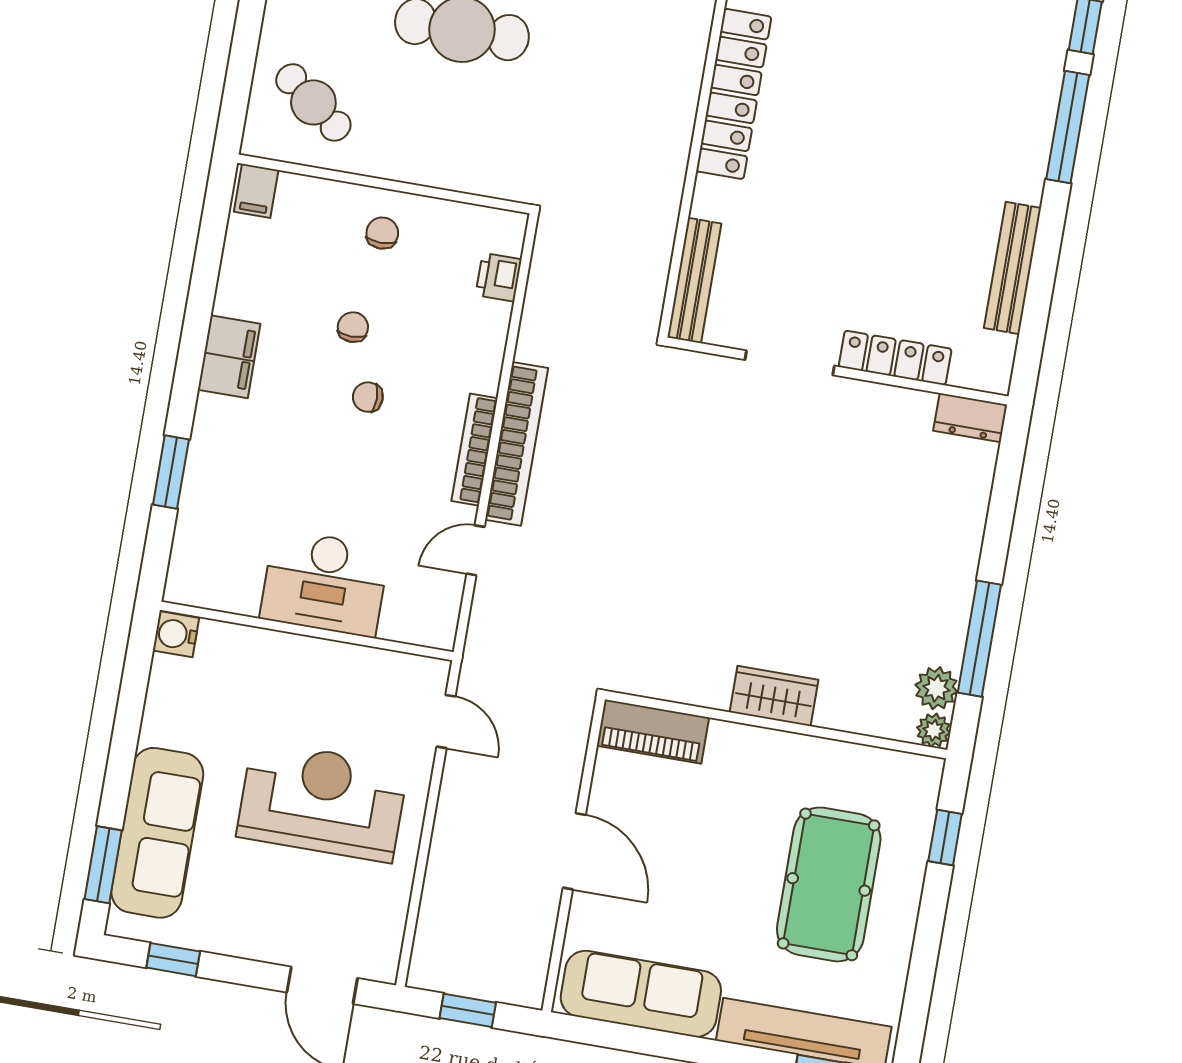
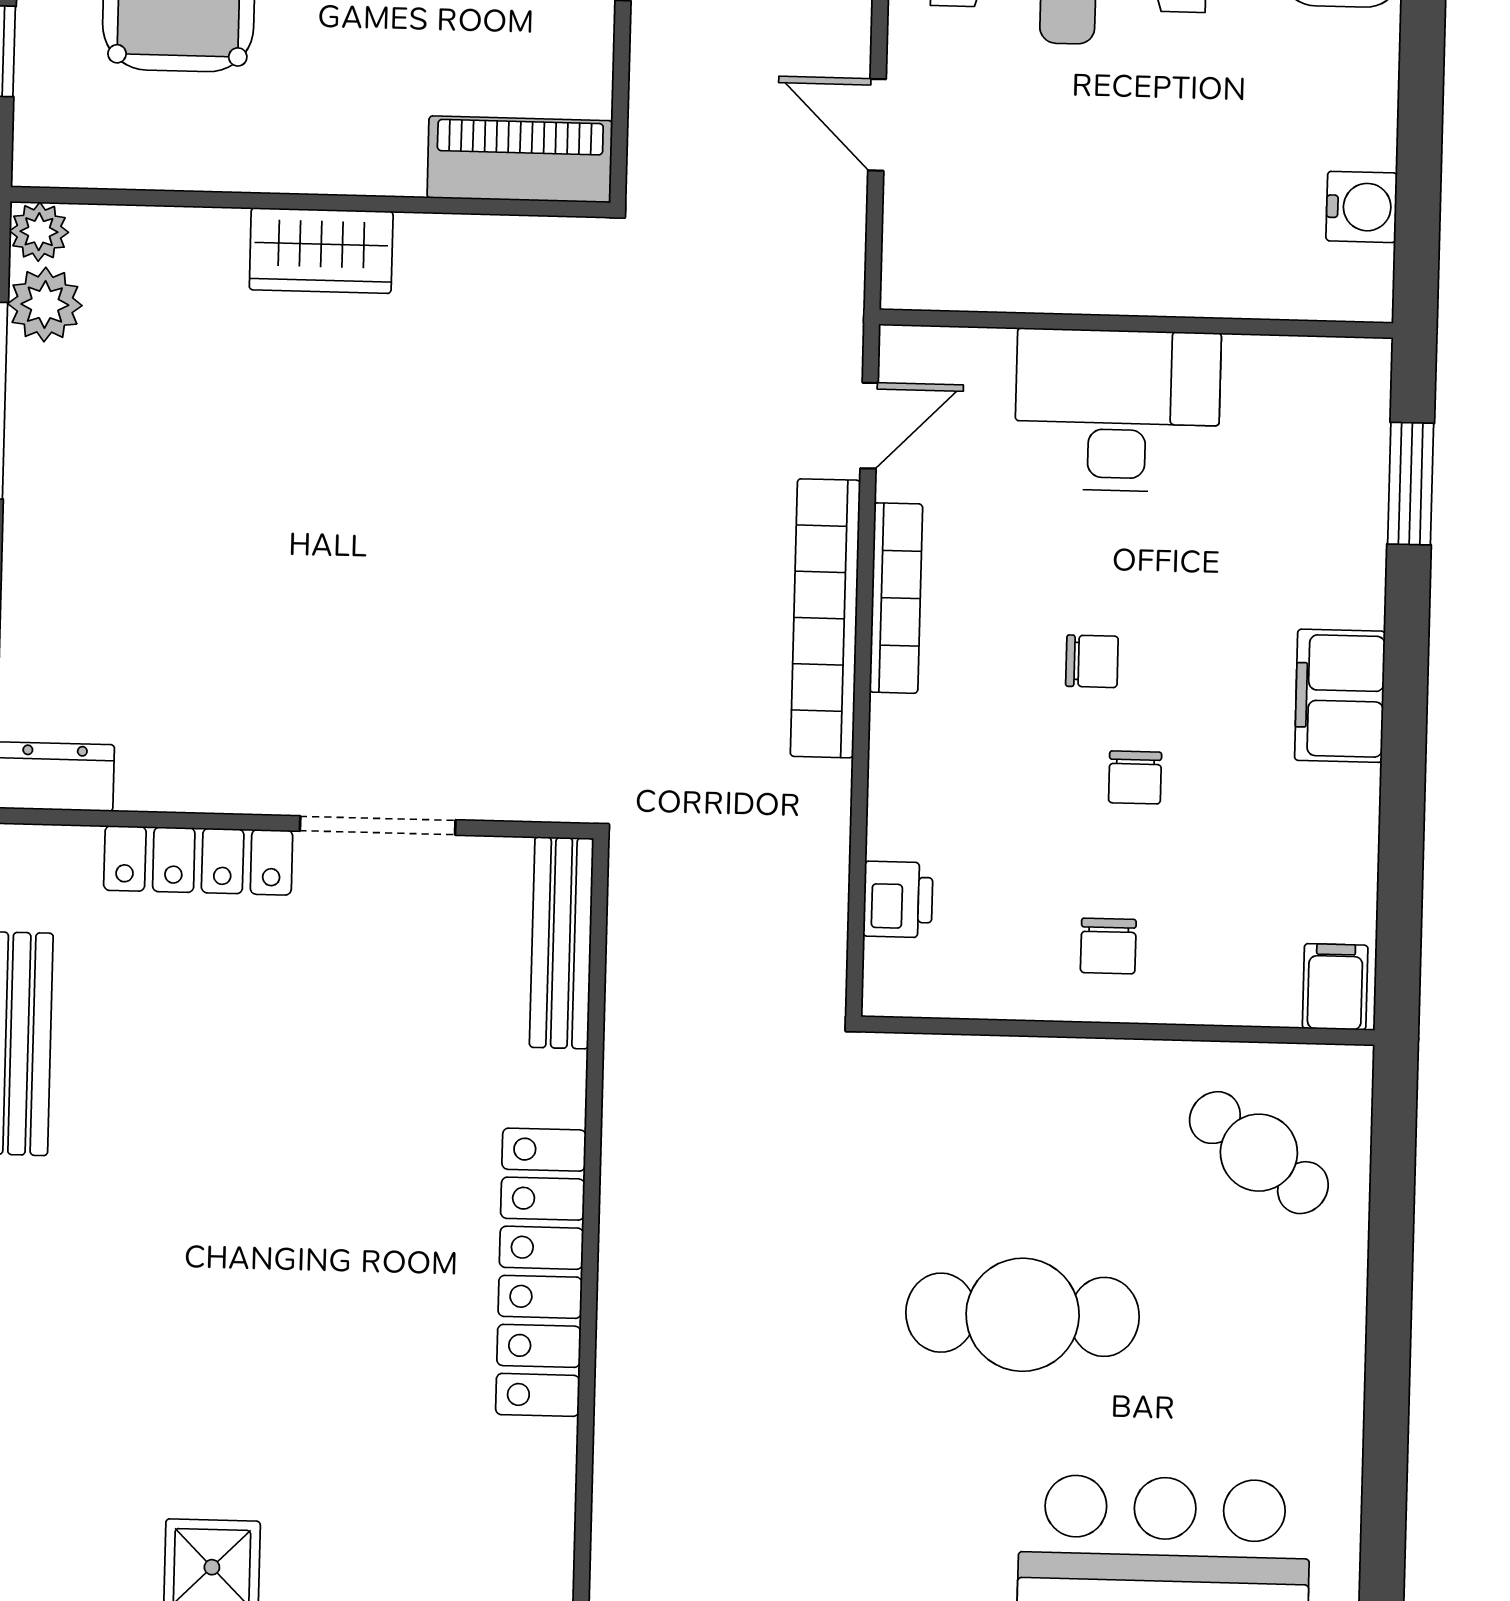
desk: (325, 583) -> (1117, 410), moved
wall: (307, 631) -> (1136, 324), moved

